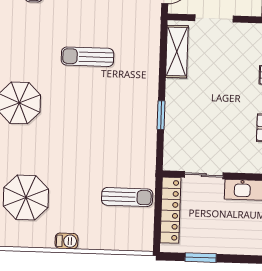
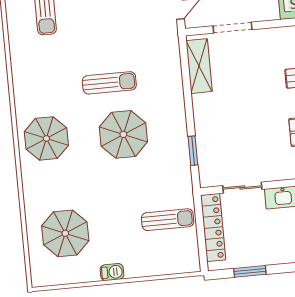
sun lounger: (87, 57) -> (109, 83), turned 180
parasol: (95, 109) -> (123, 134), added
window: (161, 115) -> (193, 151), moved

